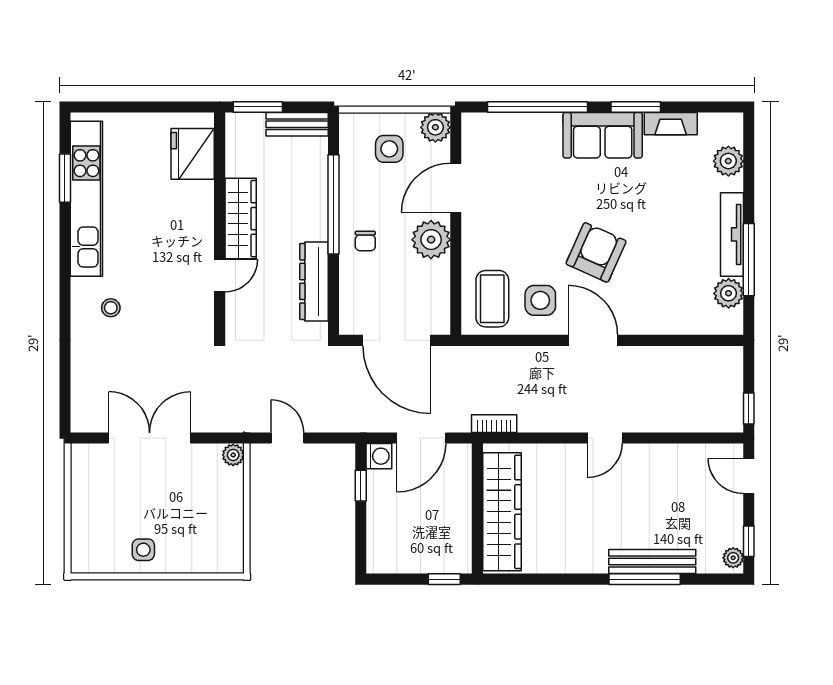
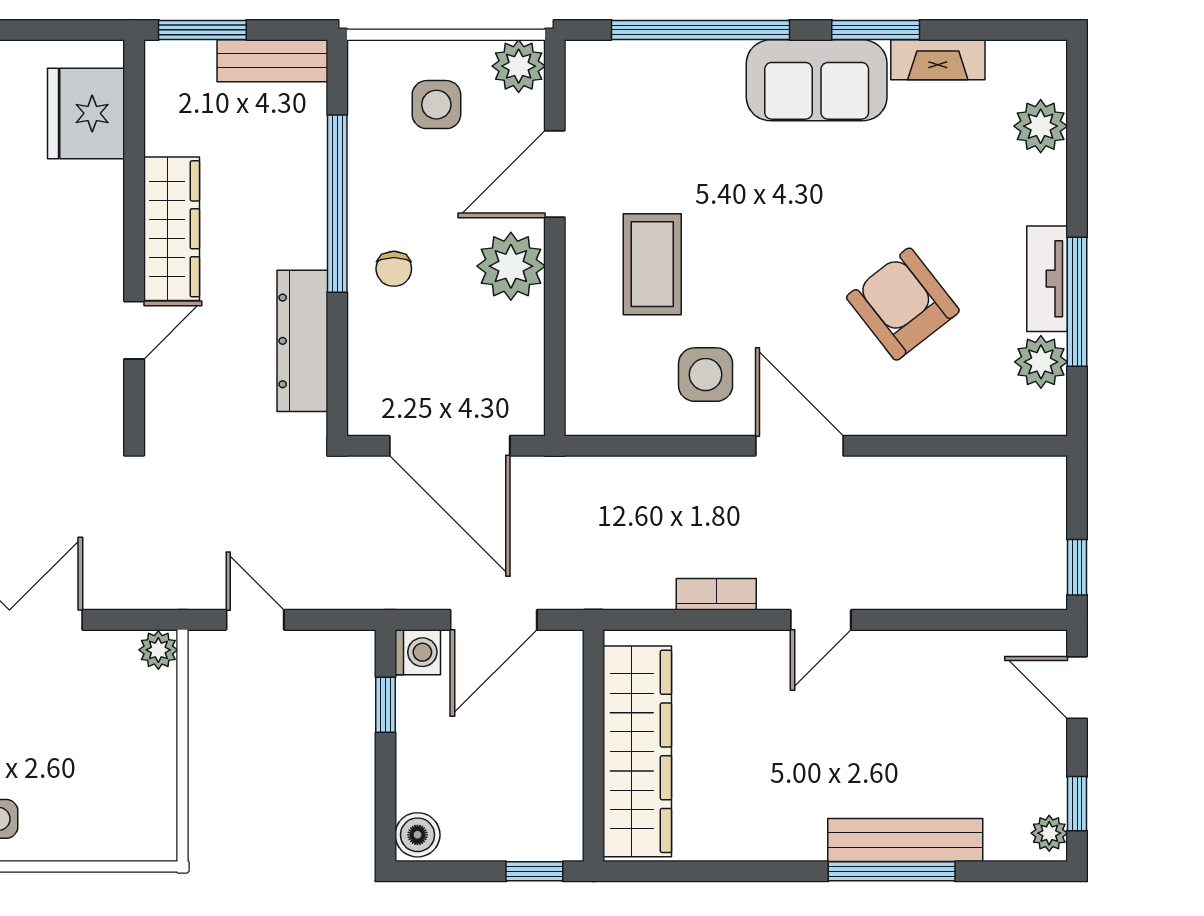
tv unit: (732, 234) -> (1047, 279), width x0.71
armchair: (596, 252) -> (903, 304), moved, turned -62
coffee table: (492, 299) -> (652, 264), moved
bookcase: (494, 424) -> (716, 594), moved
boiler: (379, 559) -> (417, 835), added

